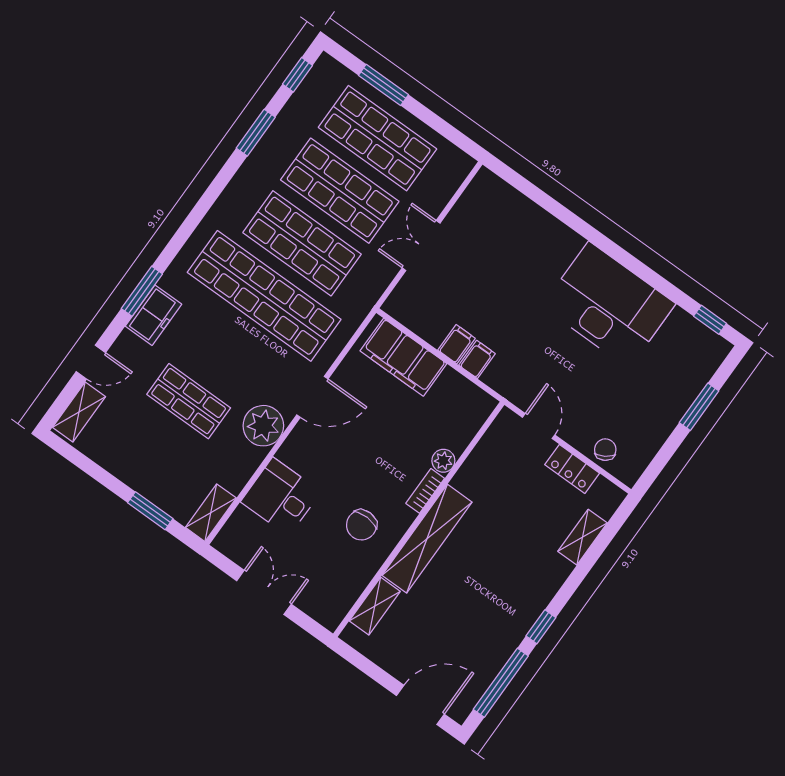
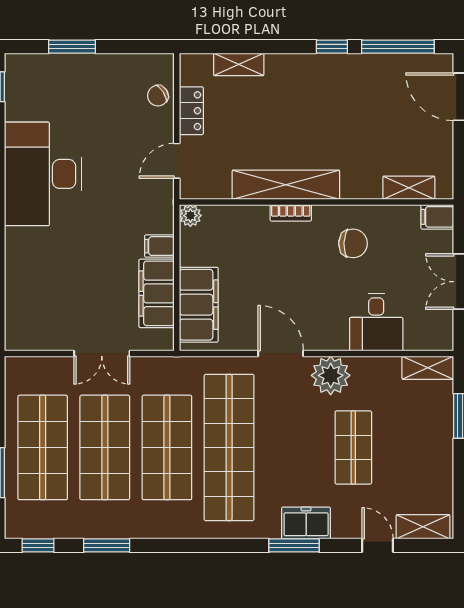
filing cabinet: (456, 344) -> (156, 293), width x3.00, depth x1.17
plant: (443, 461) -> (190, 216), moved
shelving: (427, 539) -> (286, 185), moved
filing cabinet: (333, 612) -> (437, 217), added

